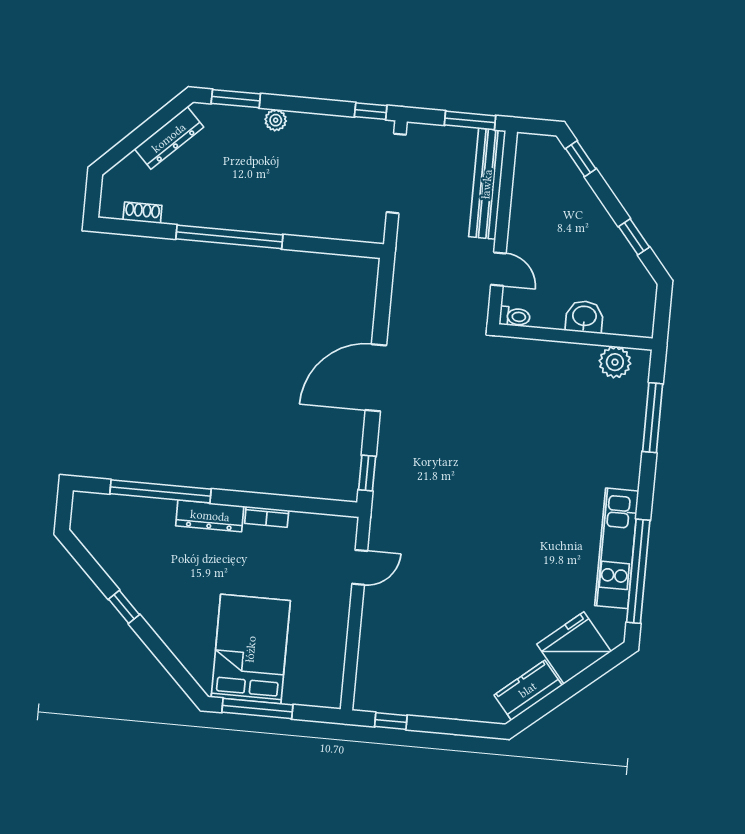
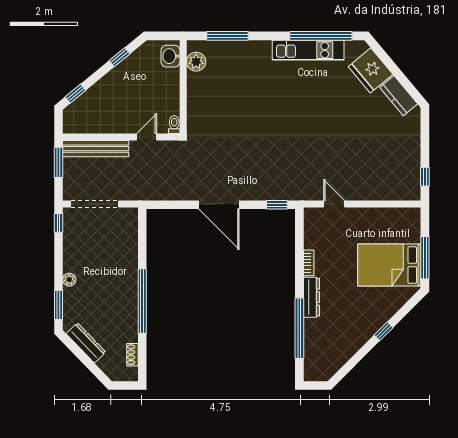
washbasin: (584, 317) -> (170, 56), moved
window: (124, 607) -> (384, 331), moved

